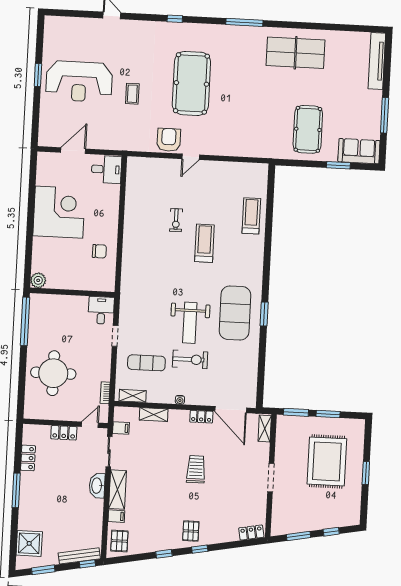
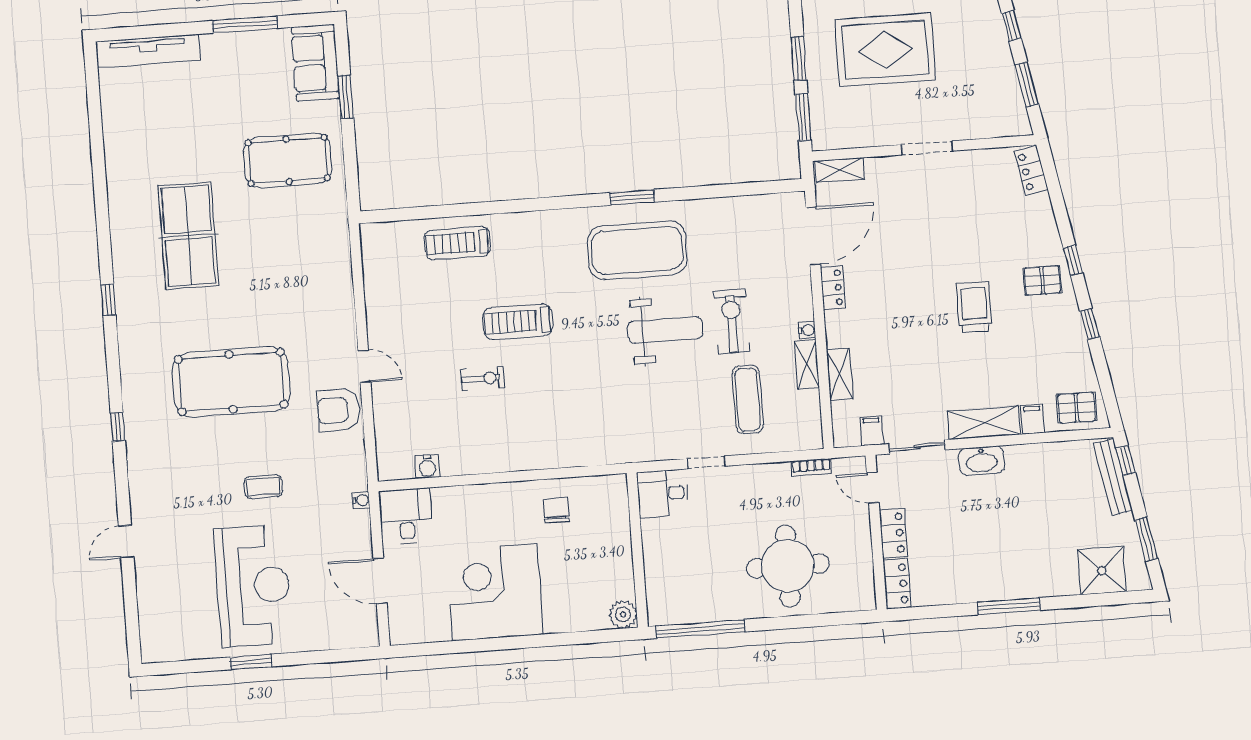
window: (244, 22) -> (108, 300), width x0.46
table tennis table: (296, 53) -> (188, 236), moved
water cooler: (118, 146) -> (361, 500), added
water cooler: (132, 184) -> (427, 466), added
shelving: (133, 396) -> (807, 365), moved
locker: (28, 458) -> (897, 584), moved, turned 90
trolley: (196, 469) -> (974, 307), moved, turned 90

